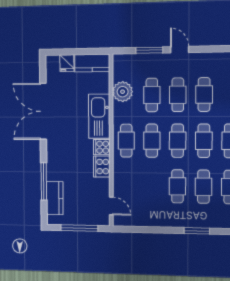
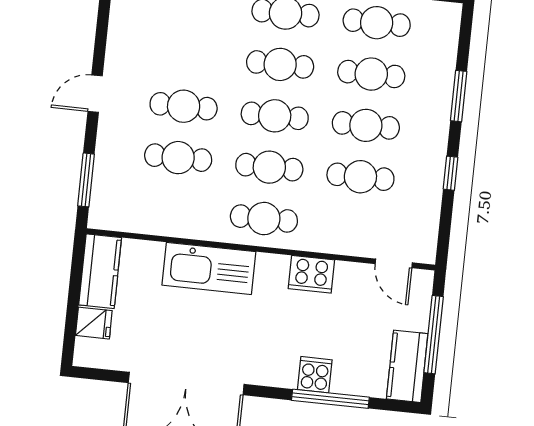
window: (149, 50) -> (86, 180), moved
plant: (123, 92) -> (165, 216), removed
cafe table: (204, 94) -> (360, 177), moved
cooker: (102, 147) -> (315, 375), moved, turned 180
kitchen counter: (55, 198) -> (407, 366), moved, turned -90
door: (111, 206) -> (394, 263), swing flipped
window: (158, 230) -> (451, 173), added

